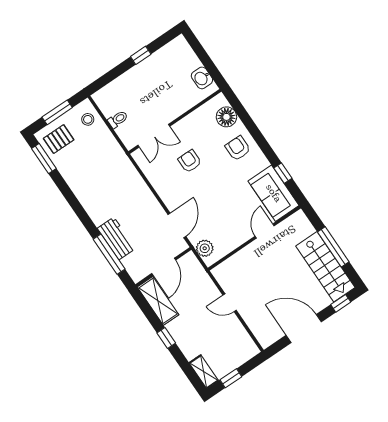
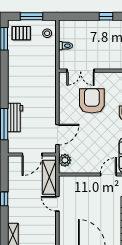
armchair: (190, 161) -> (92, 101), width x1.88, depth x1.88
shelving: (158, 301) -> (49, 177), moved

